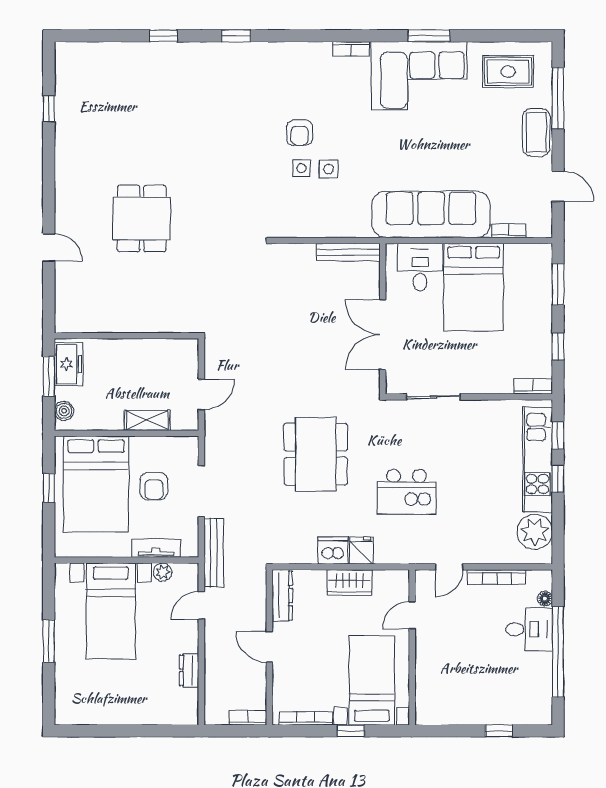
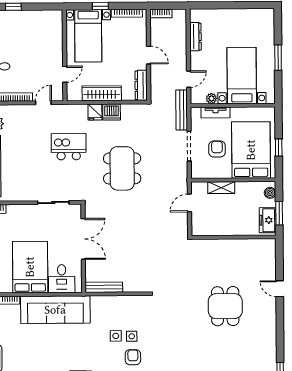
wardrobe: (349, 583) -> (102, 93), width x1.50
dresser: (189, 670) -> (195, 37), width x1.44

